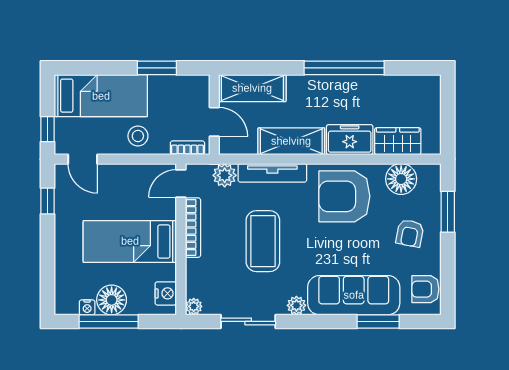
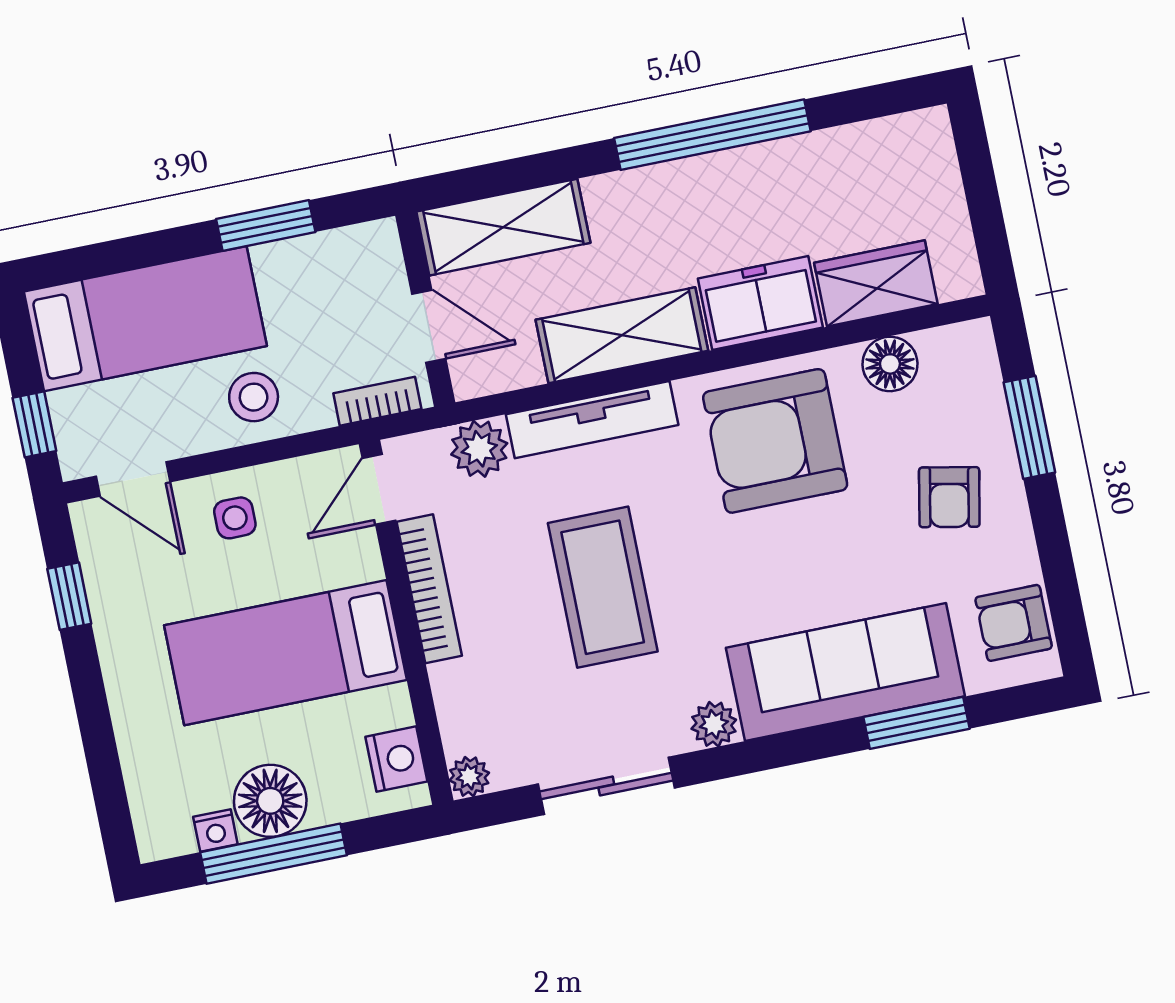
floor lamp: (401, 179) -> (890, 364), width x0.73, depth x0.73
side table: (121, 183) -> (235, 518), added

